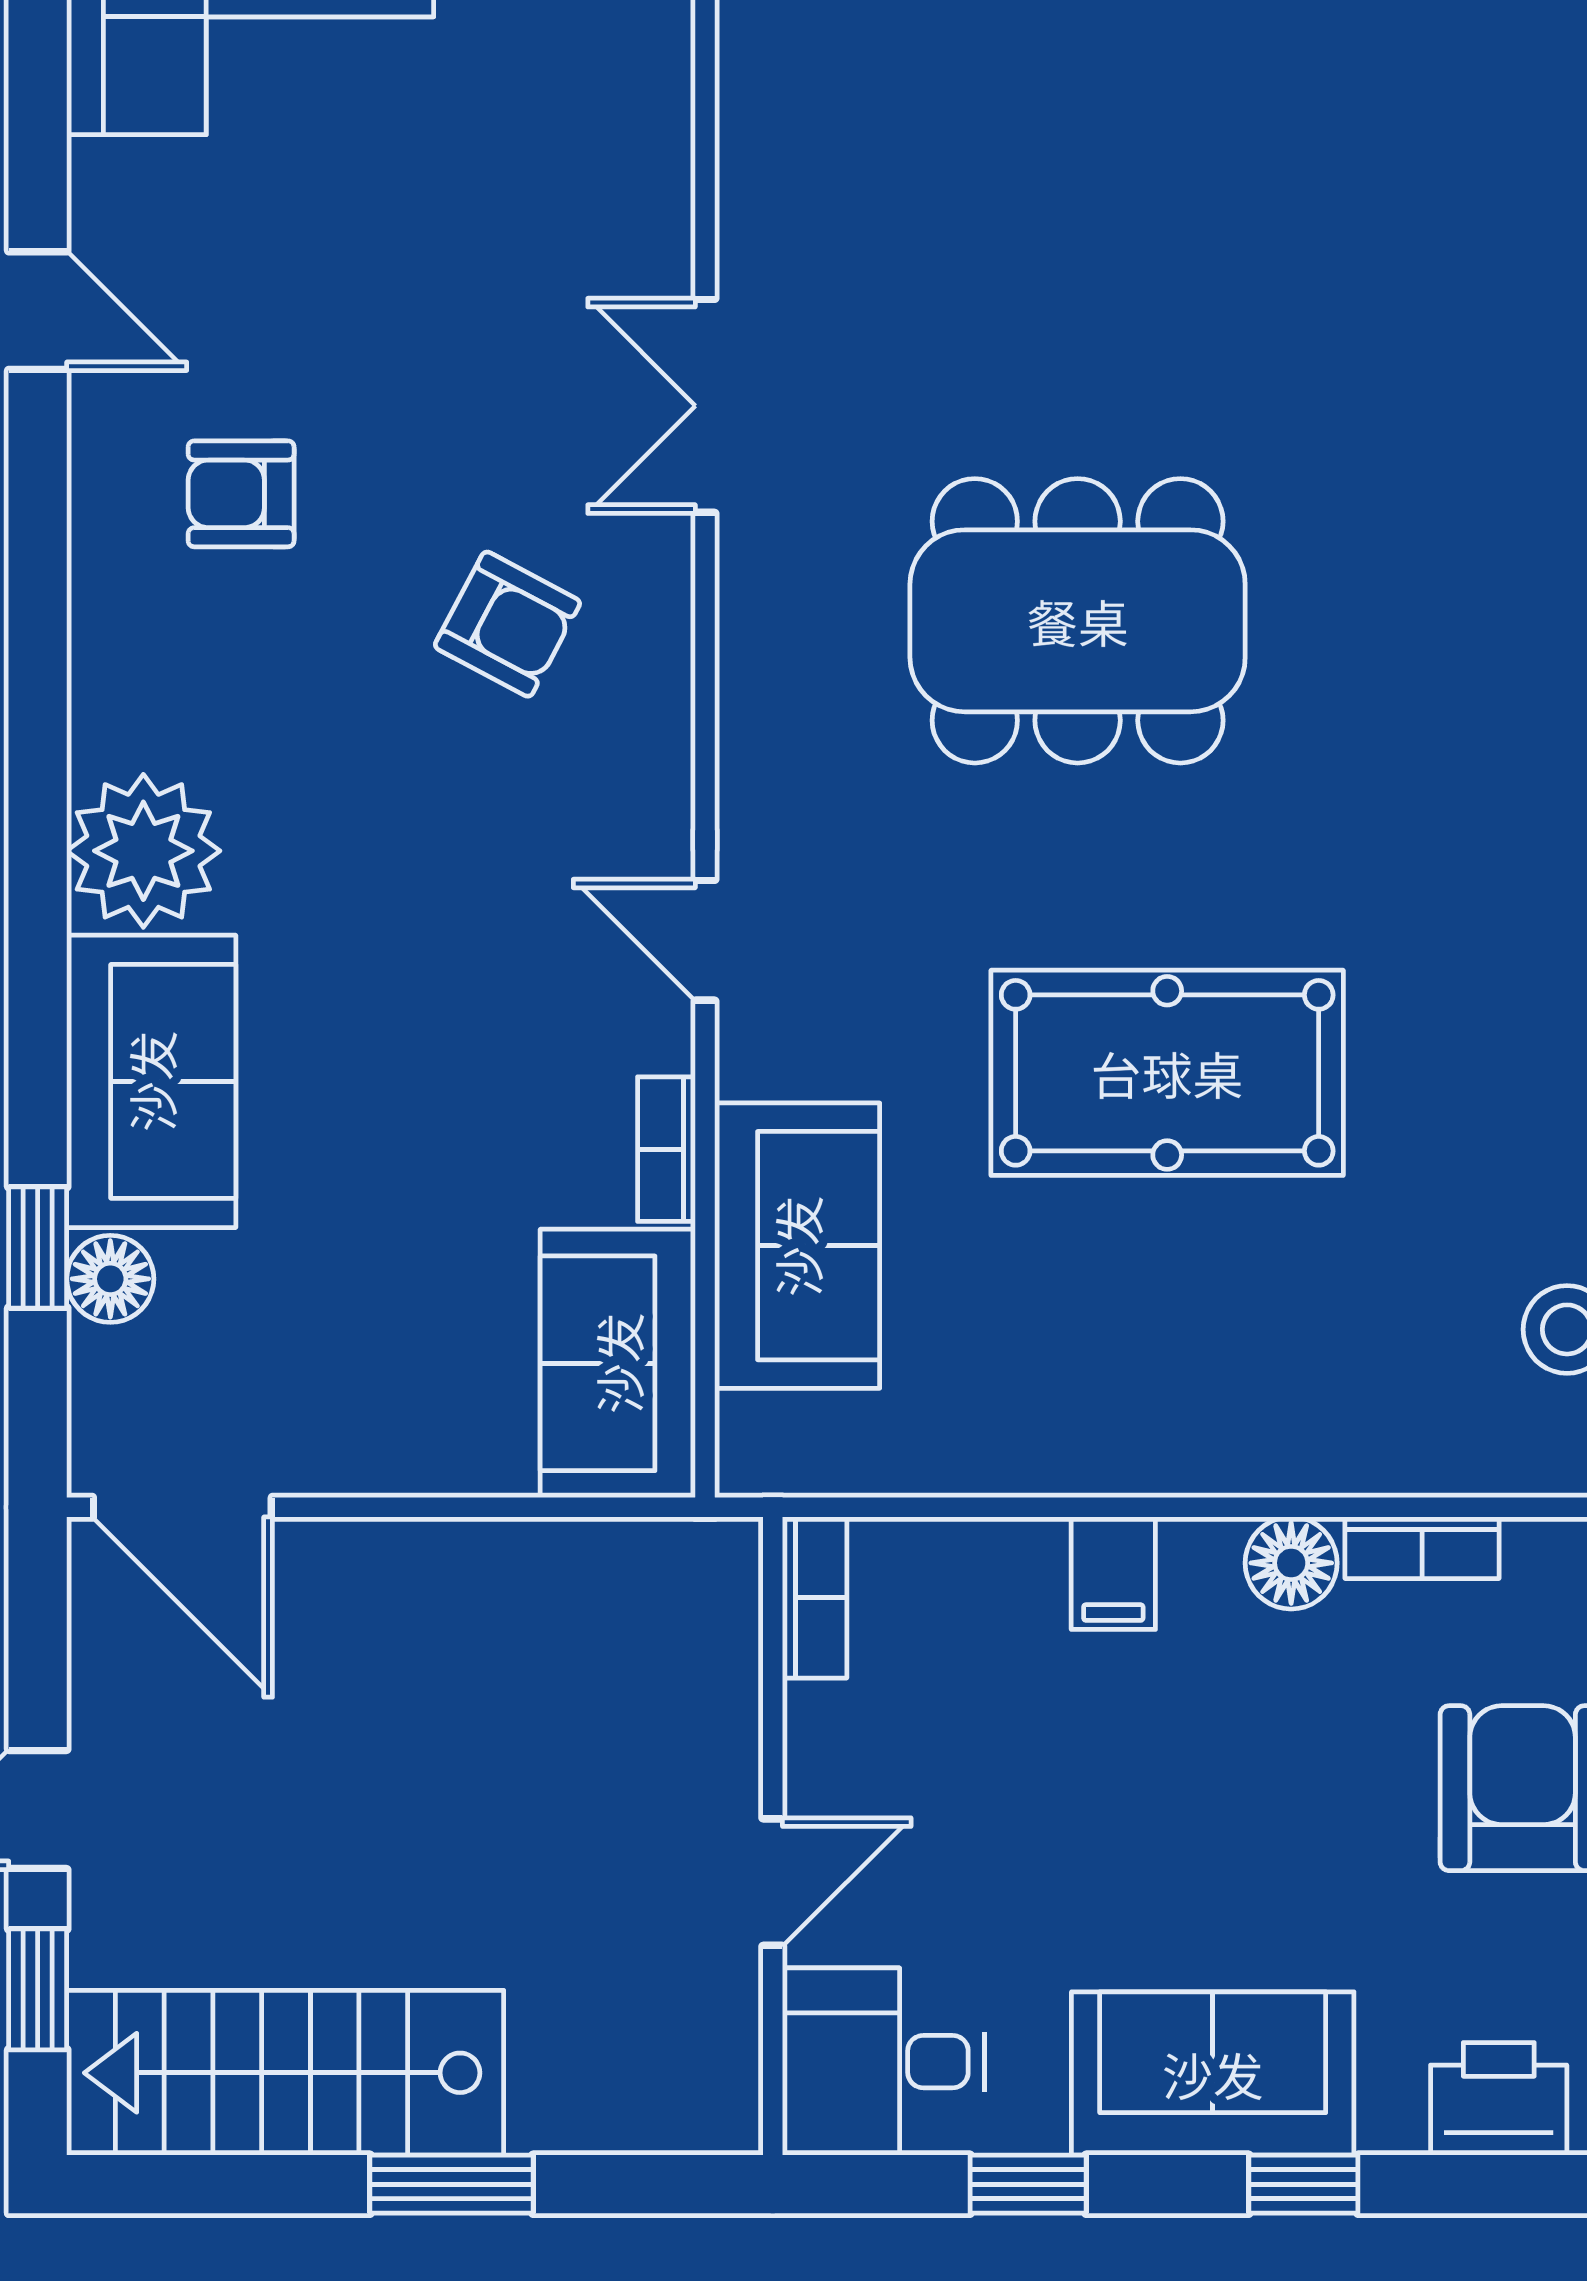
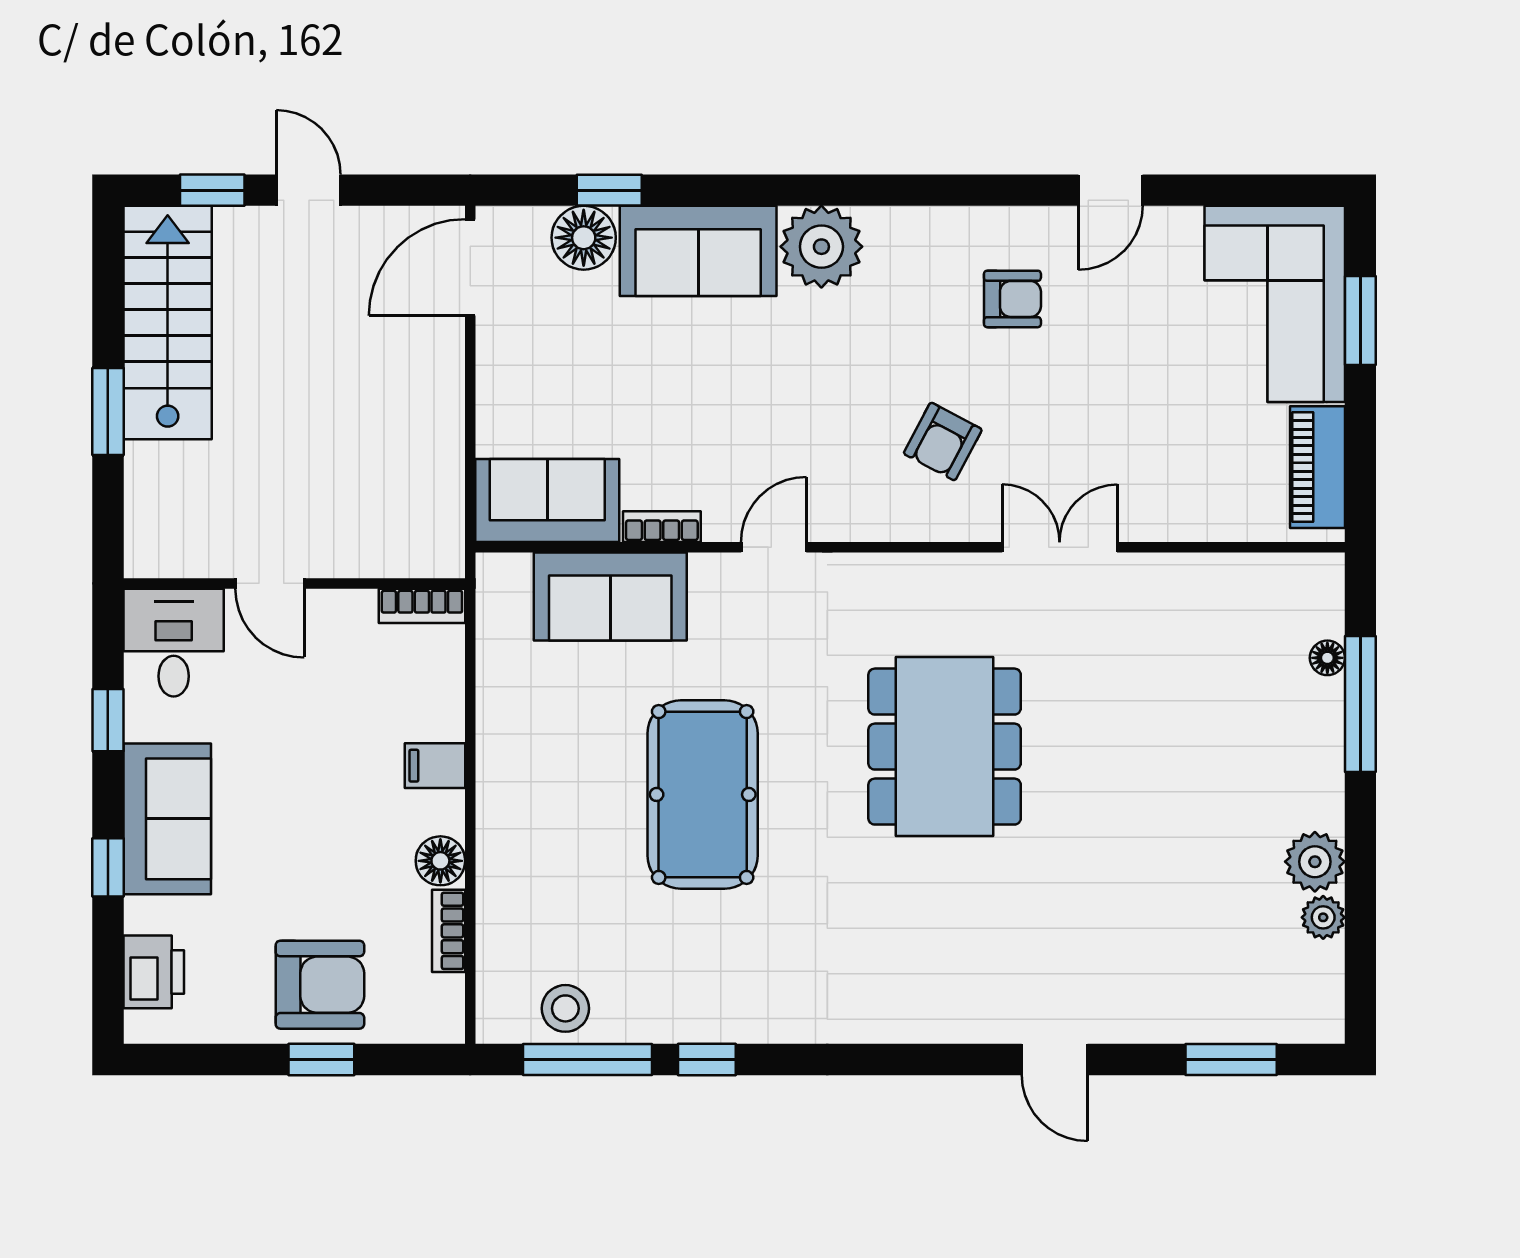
armchair: (241, 494) -> (1012, 299), turned 90
floor lamp: (110, 1279) -> (584, 238), width x1.38, depth x1.38

